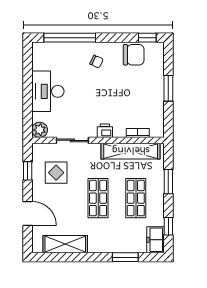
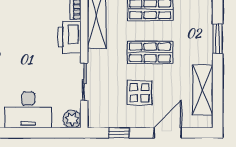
printer: (105, 131) -> (69, 37), width x1.87, depth x1.48
display table: (56, 173) -> (139, 93), moved
window: (125, 257) -> (218, 39), moved

